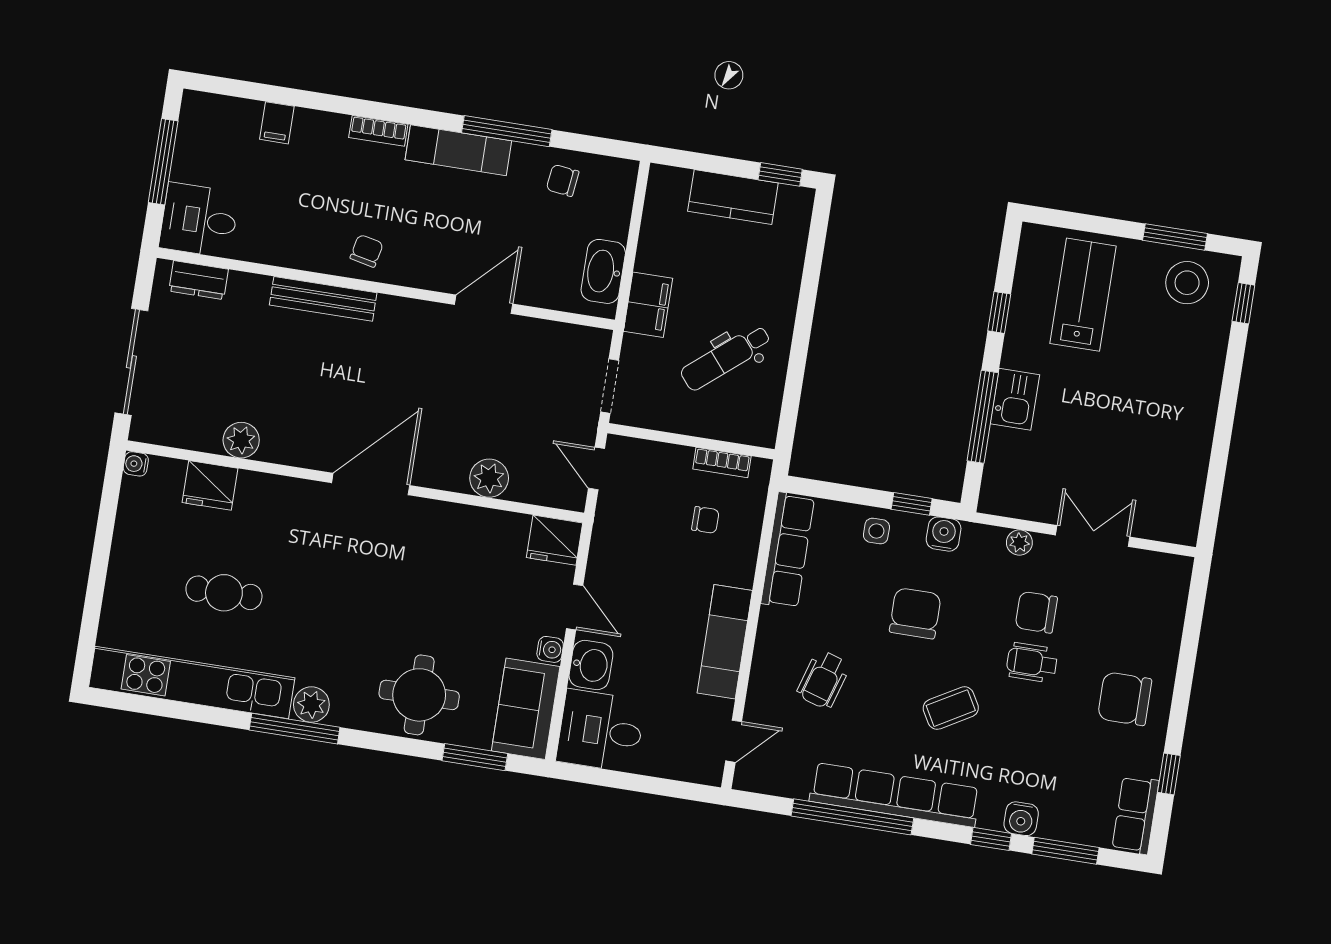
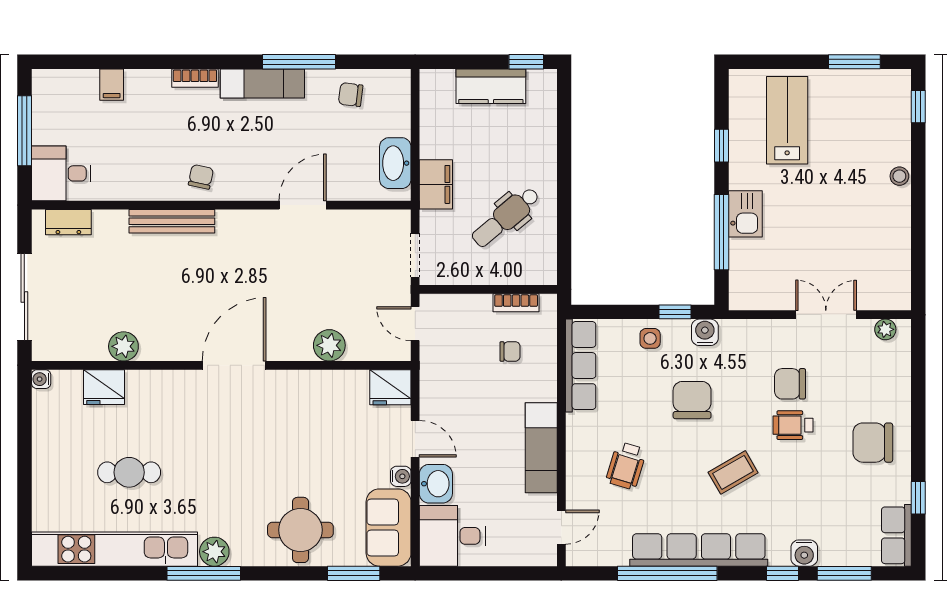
stool: (1187, 283) -> (899, 176), moved, width x0.53, depth x0.53
plant: (1019, 543) -> (885, 329), moved

